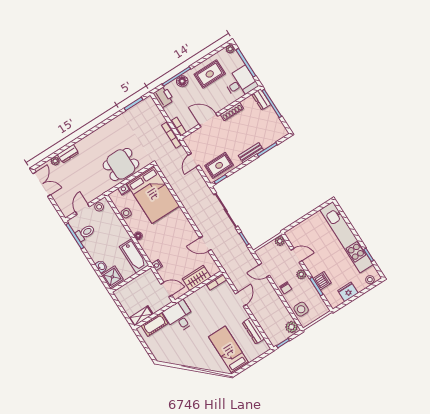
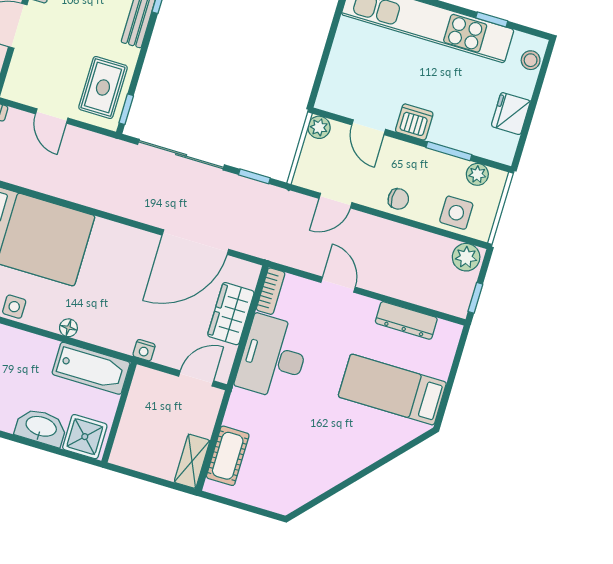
door: (205, 244) -> (195, 242), width x1.87
door: (296, 255) -> (369, 127), swing flipped
washbasin: (101, 266) -> (41, 427), width x1.91, depth x1.45
plant: (301, 274) -> (477, 174), moved
dishwasher: (322, 281) -> (414, 122), moved
desk: (179, 317) -> (273, 357), moved, width x1.37

